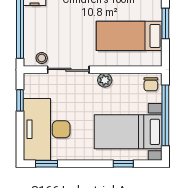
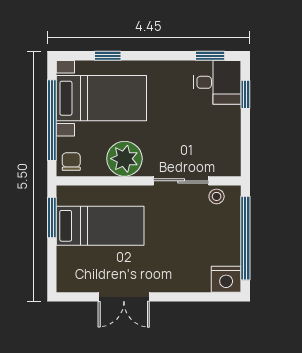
window: (165, 23) -> (52, 218), moved
plant: (105, 80) -> (124, 159), width x1.88, depth x1.88
window: (20, 100) -> (245, 94), moved
desk: (47, 129) -> (217, 82), width x0.53, depth x0.77

